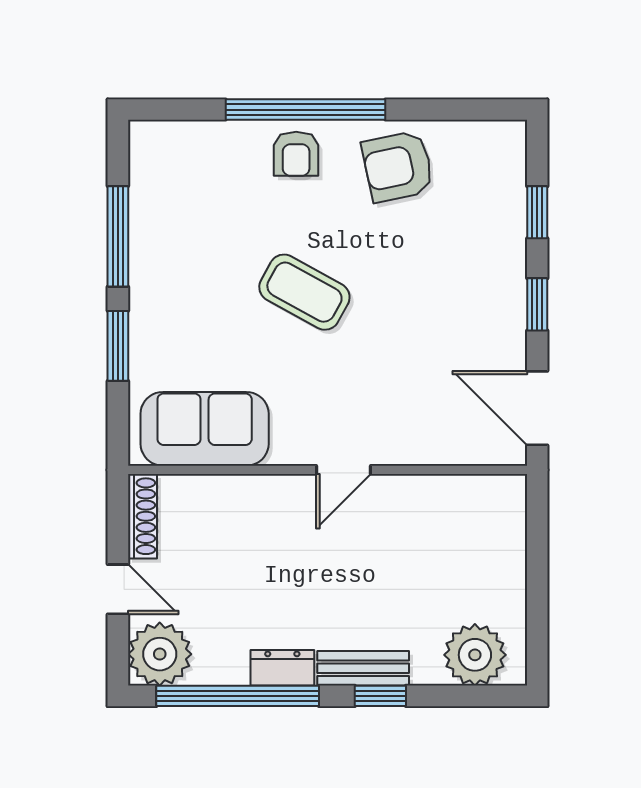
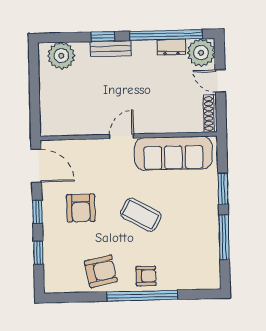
armchair: (296, 154) -> (146, 276), turned 90
armchair: (439, 310) -> (81, 208), added
sofa: (205, 429) -> (173, 153), width x1.36
dresser: (282, 668) -> (171, 47), moved

